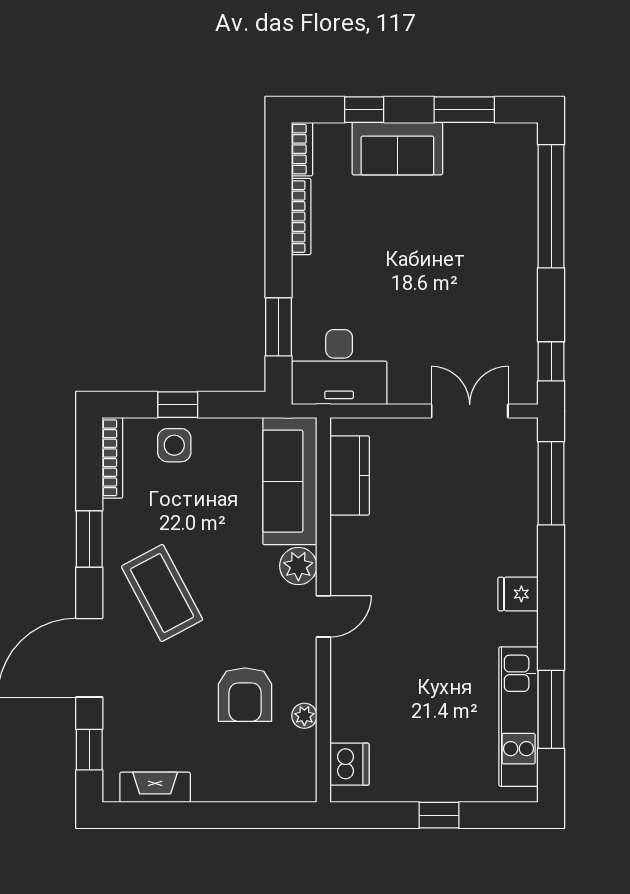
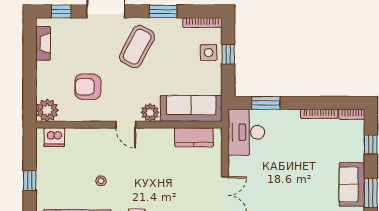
sofa: (397, 149) -> (352, 184), moved
coffee table: (162, 593) -> (137, 47), turned -34
stool: (440, 668) -> (101, 181), added
plant: (304, 716) -> (47, 110), moved, width x1.87, depth x1.87

